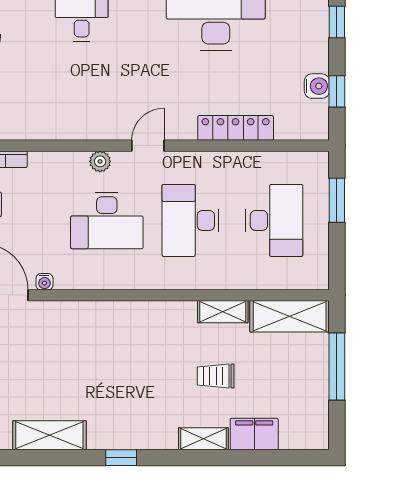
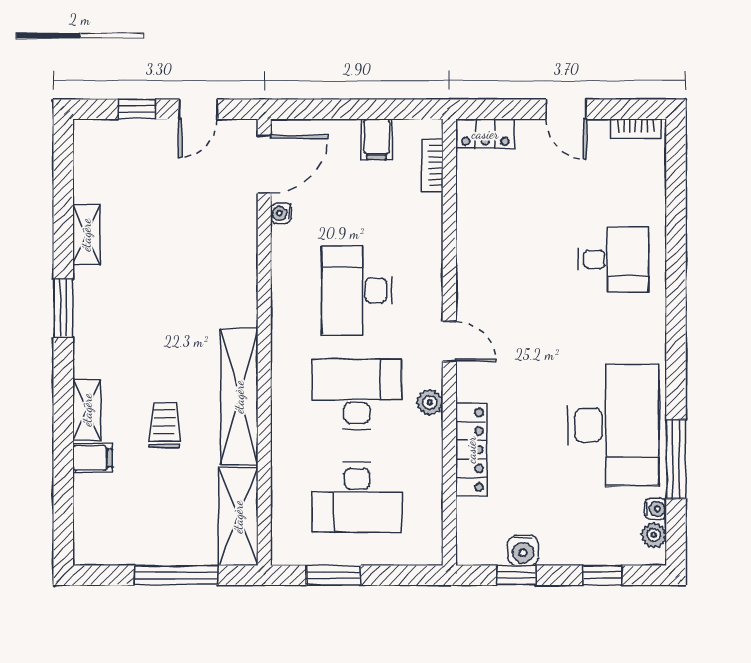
plant: (100, 161) -> (430, 402), moved
window: (337, 200) -> (333, 575), moved
shelving: (223, 312) -> (239, 397), width x2.20, depth x1.33
filing cabinet: (254, 434) -> (92, 458), width x0.50
shelving: (49, 435) -> (86, 235), width x0.67, depth x0.75
window: (121, 458) -> (63, 308), width x1.50

